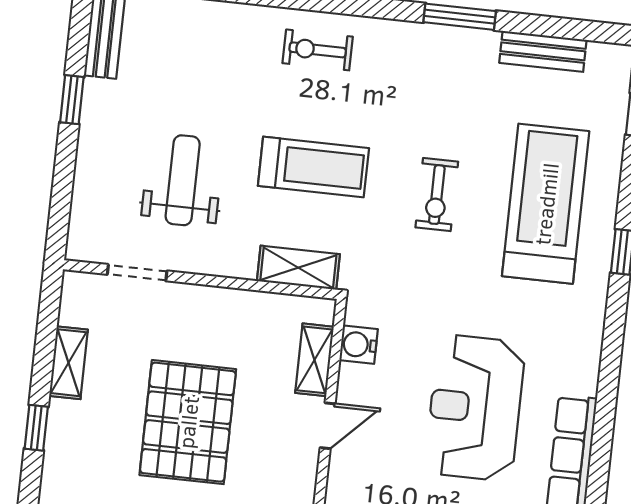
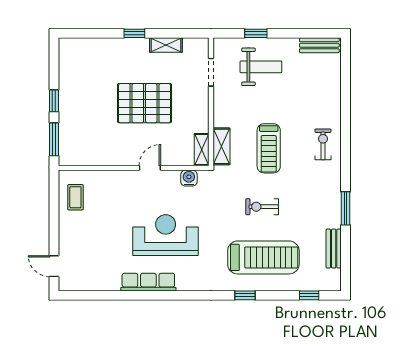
window: (72, 100) -> (256, 33), moved
weight bench: (183, 180) -> (261, 67), moved
shelving: (314, 360) -> (202, 150), moved, turned 90
door: (328, 426) -> (150, 168), swing flipped

